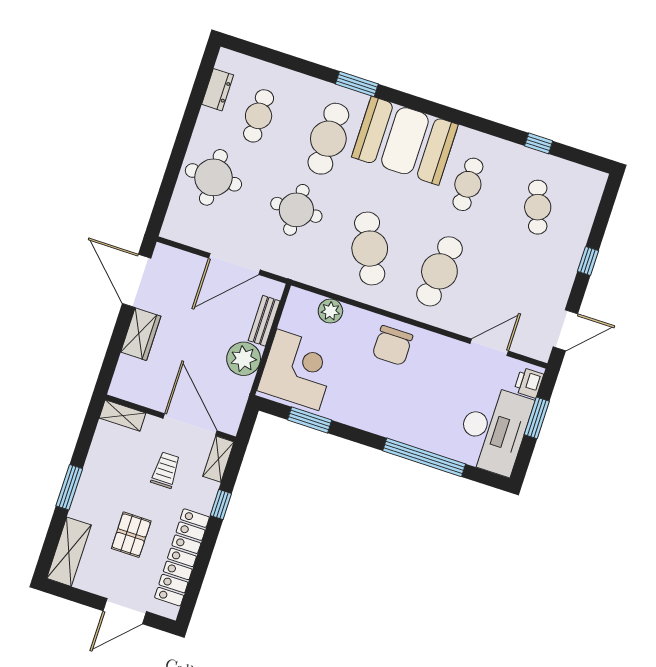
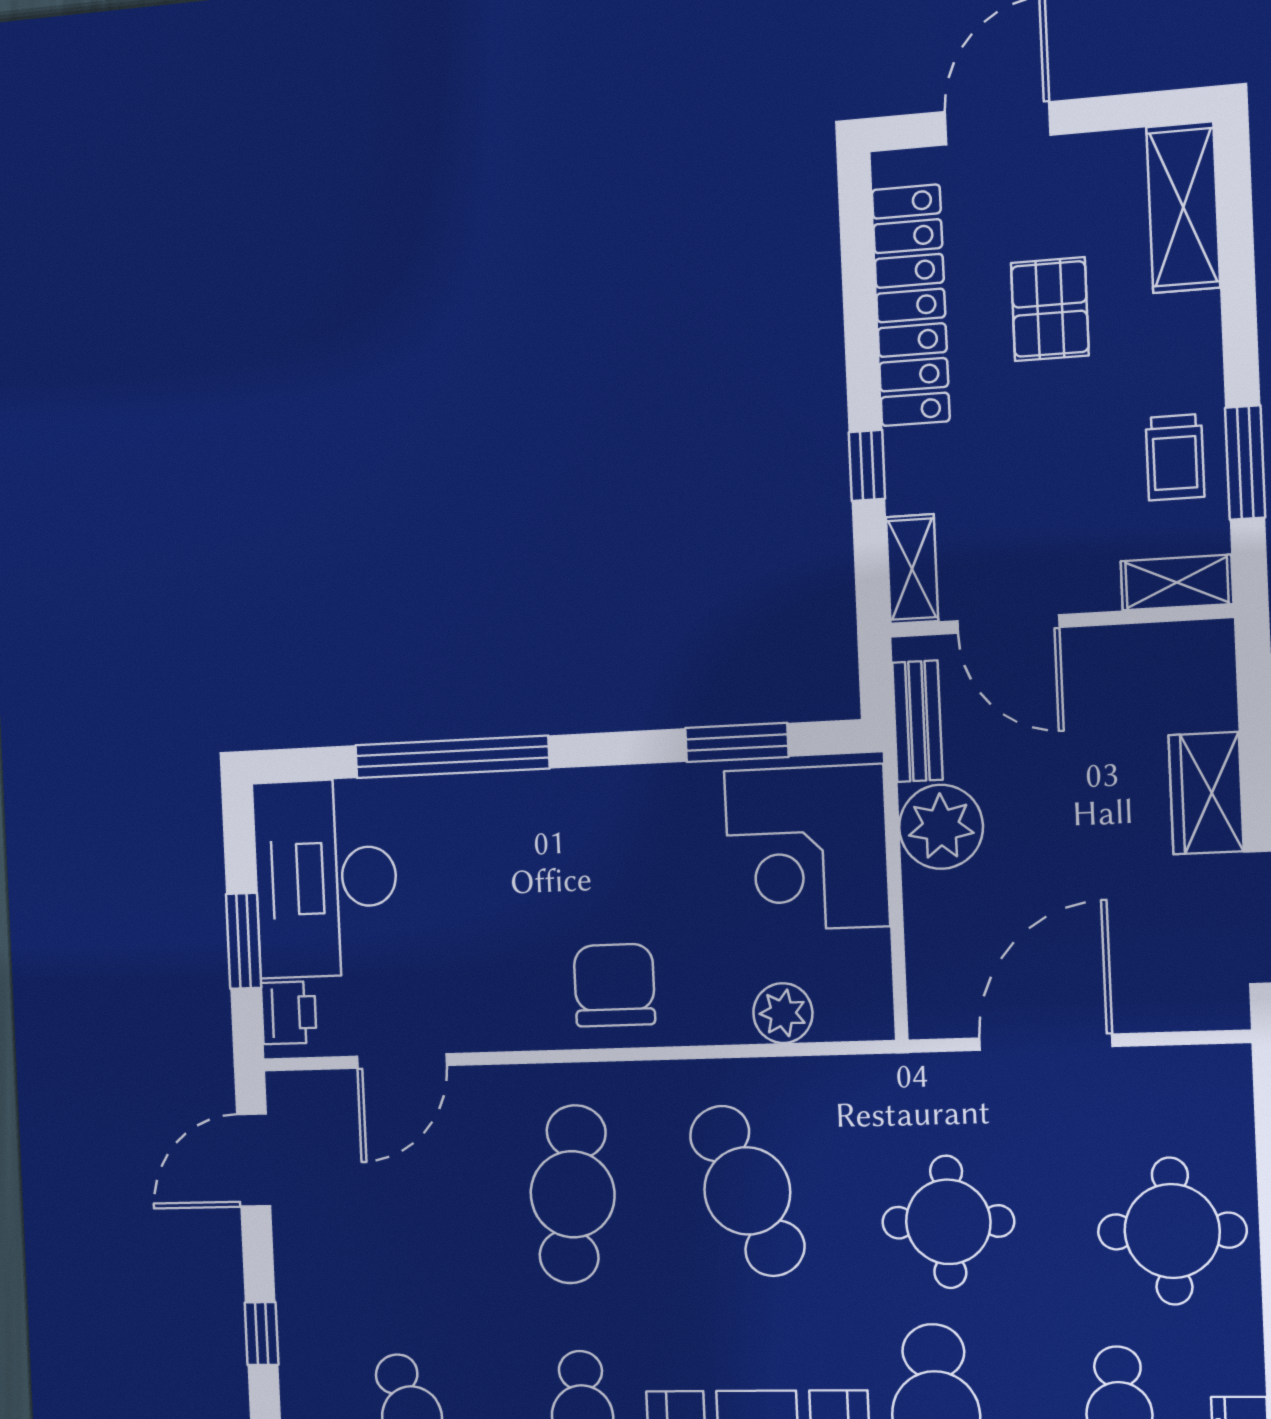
bench: (264, 321) -> (917, 721), moved
door: (190, 425) -> (1008, 624), width x0.73
trolley: (166, 470) -> (1175, 457), moved
window: (69, 487) -> (1245, 463), moved

